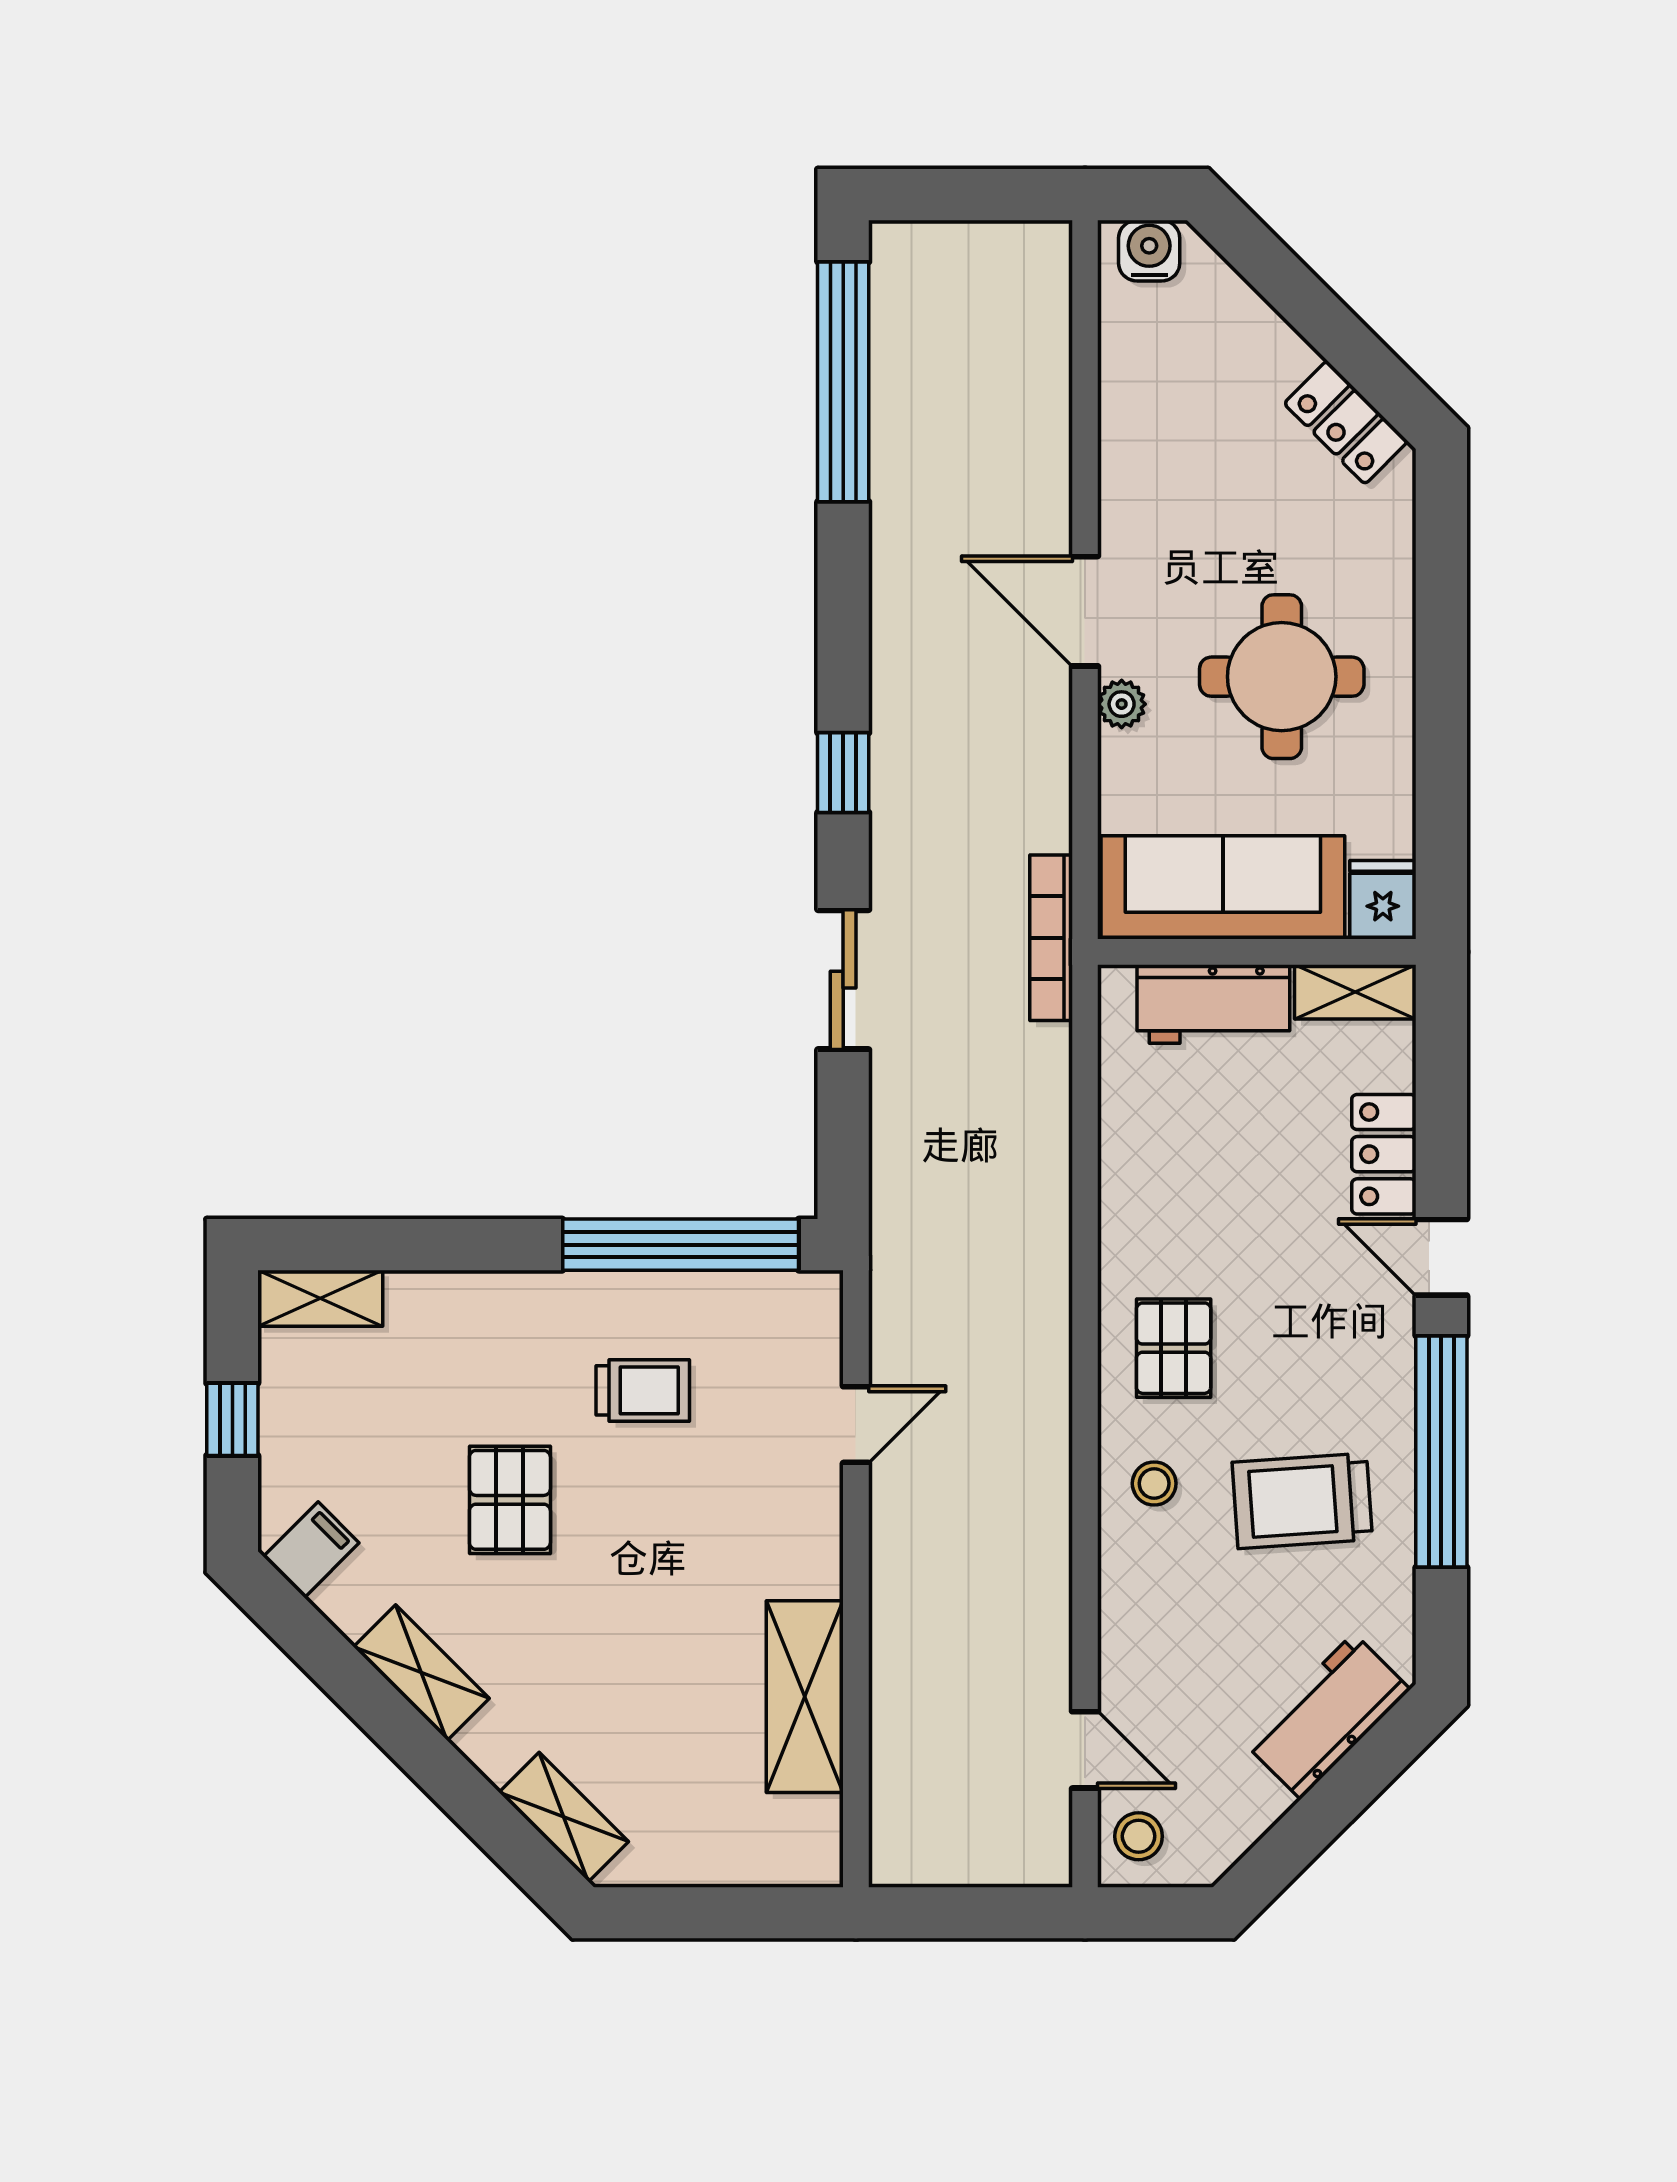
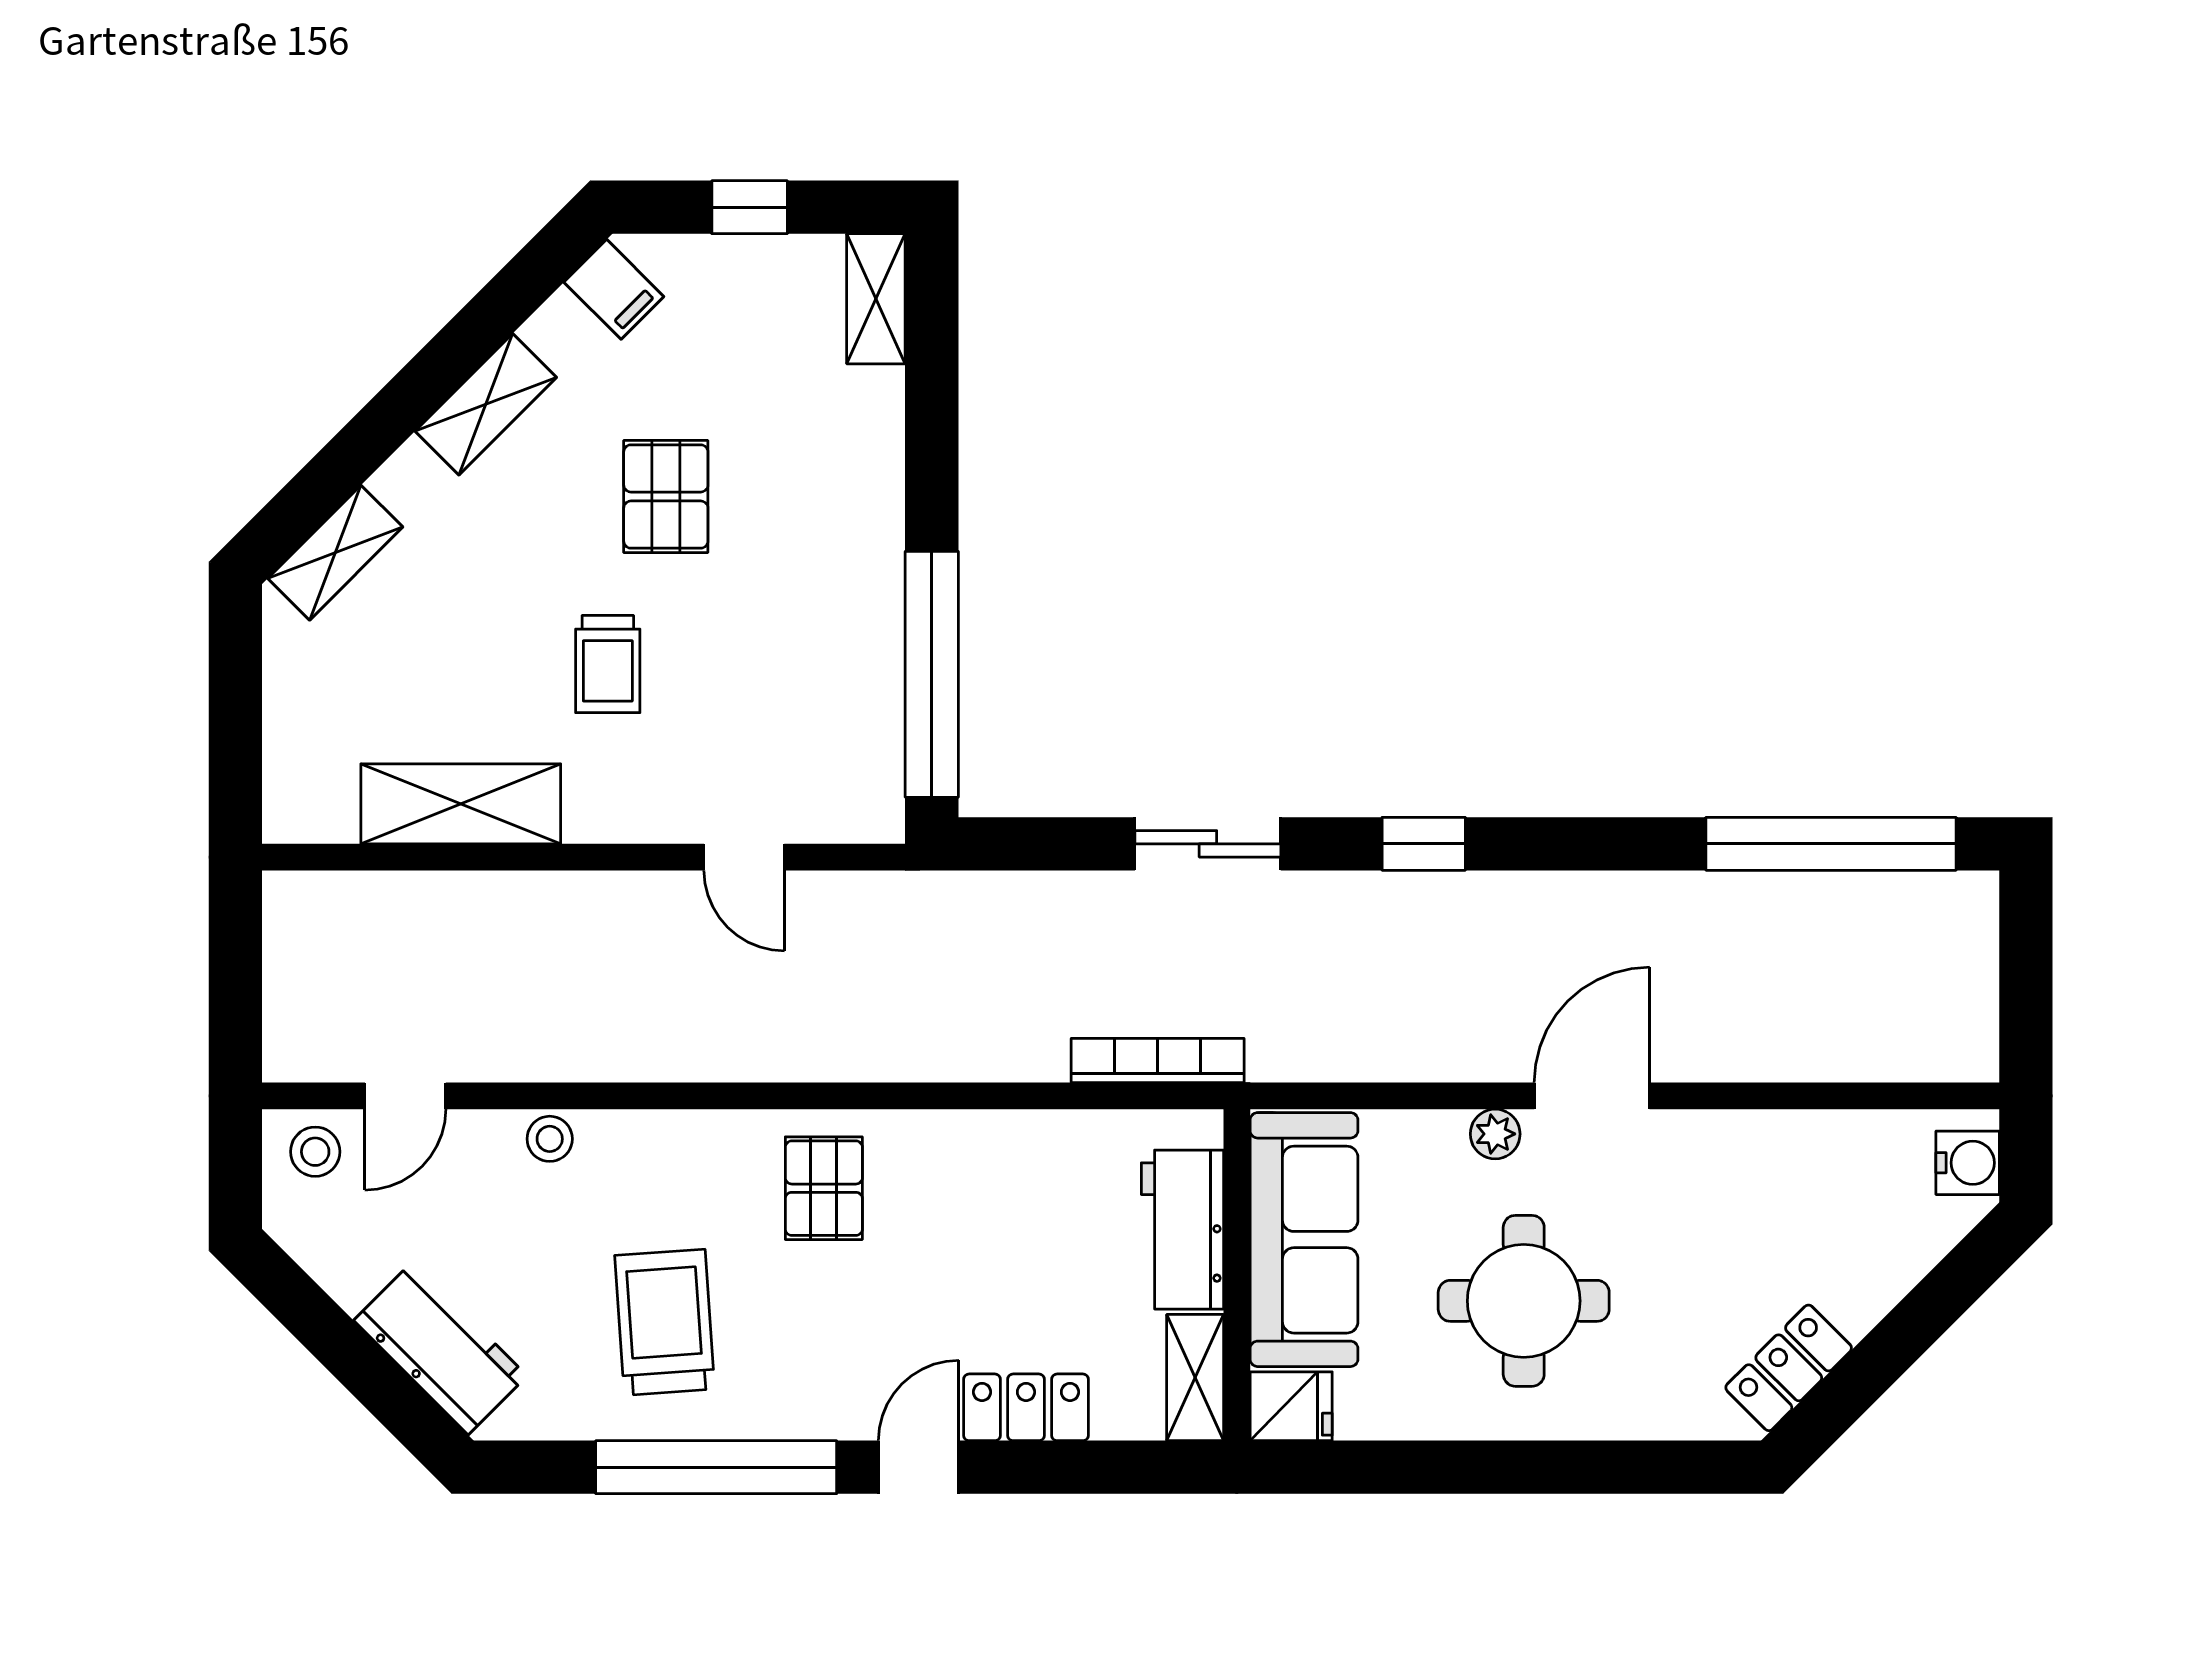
bookcase: (1051, 938) -> (1158, 1060), moved
pallet: (1174, 1348) -> (824, 1188), turned 90
trolley: (643, 1390) -> (608, 664), moved
stool: (1154, 1483) -> (550, 1139), moved
pallet: (510, 1500) -> (666, 496), turned 90

